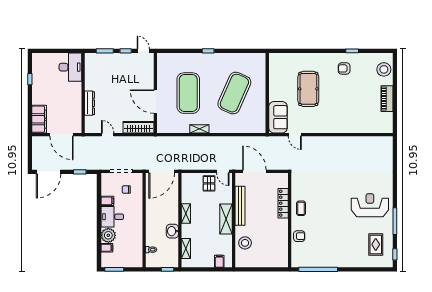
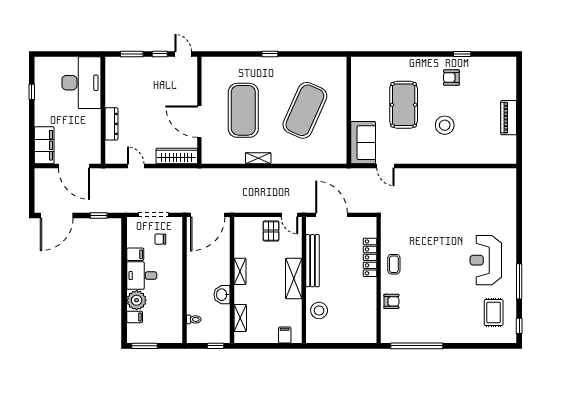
desk: (70, 67) -> (81, 83), width x1.36, depth x1.30
stool: (384, 69) -> (445, 125), moved
reception desk: (370, 205) -> (486, 260), turned -90

